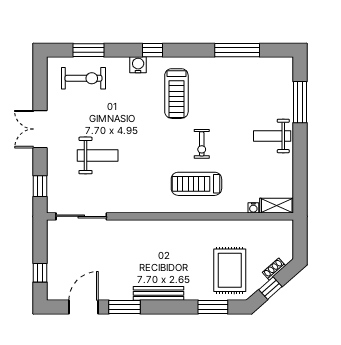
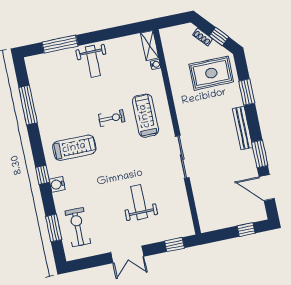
treadmill: (196, 184) -> (145, 116), turned 180
sliding door: (81, 216) -> (182, 157), moved
window: (213, 307) -> (247, 92), moved

